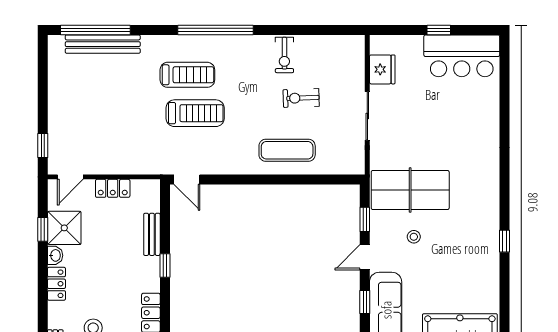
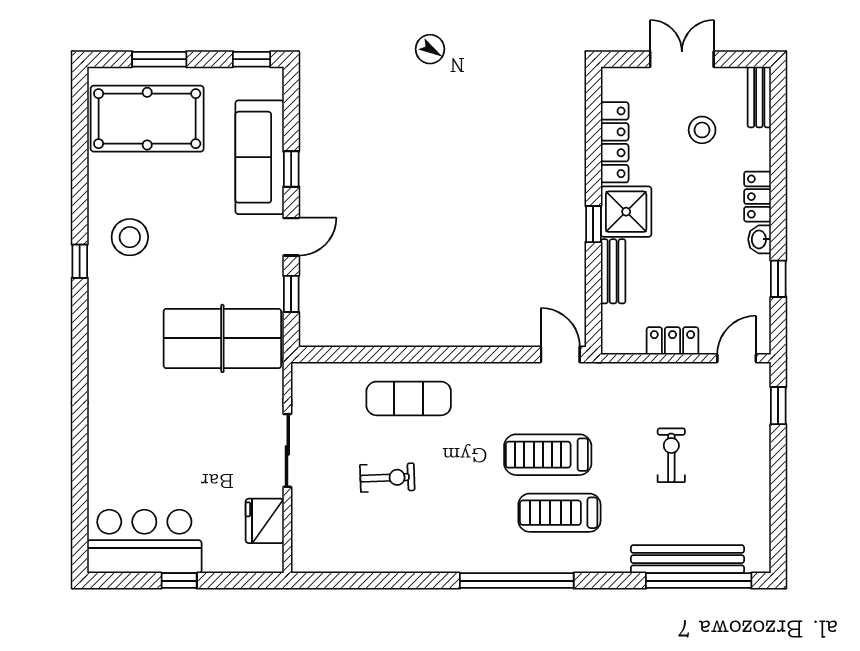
exercise bike: (284, 55) -> (671, 455), moved
shower: (64, 228) -> (626, 212), moved
stool: (414, 237) -> (130, 237), moved, width x1.89, depth x1.89

